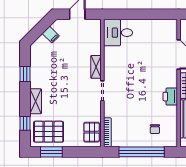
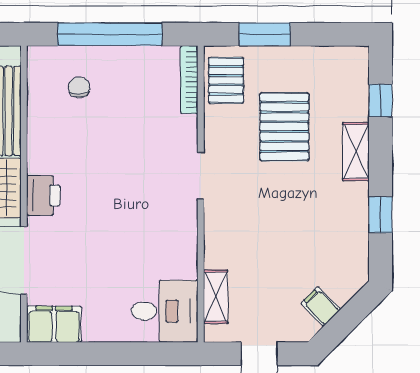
filing cabinet: (166, 27) -> (54, 324), added
shelving: (96, 67) -> (216, 297), moved
printer: (170, 97) -> (43, 196), moved
pallet: (49, 132) -> (284, 127), moved, turned 90
window: (51, 152) -> (265, 34), moved

